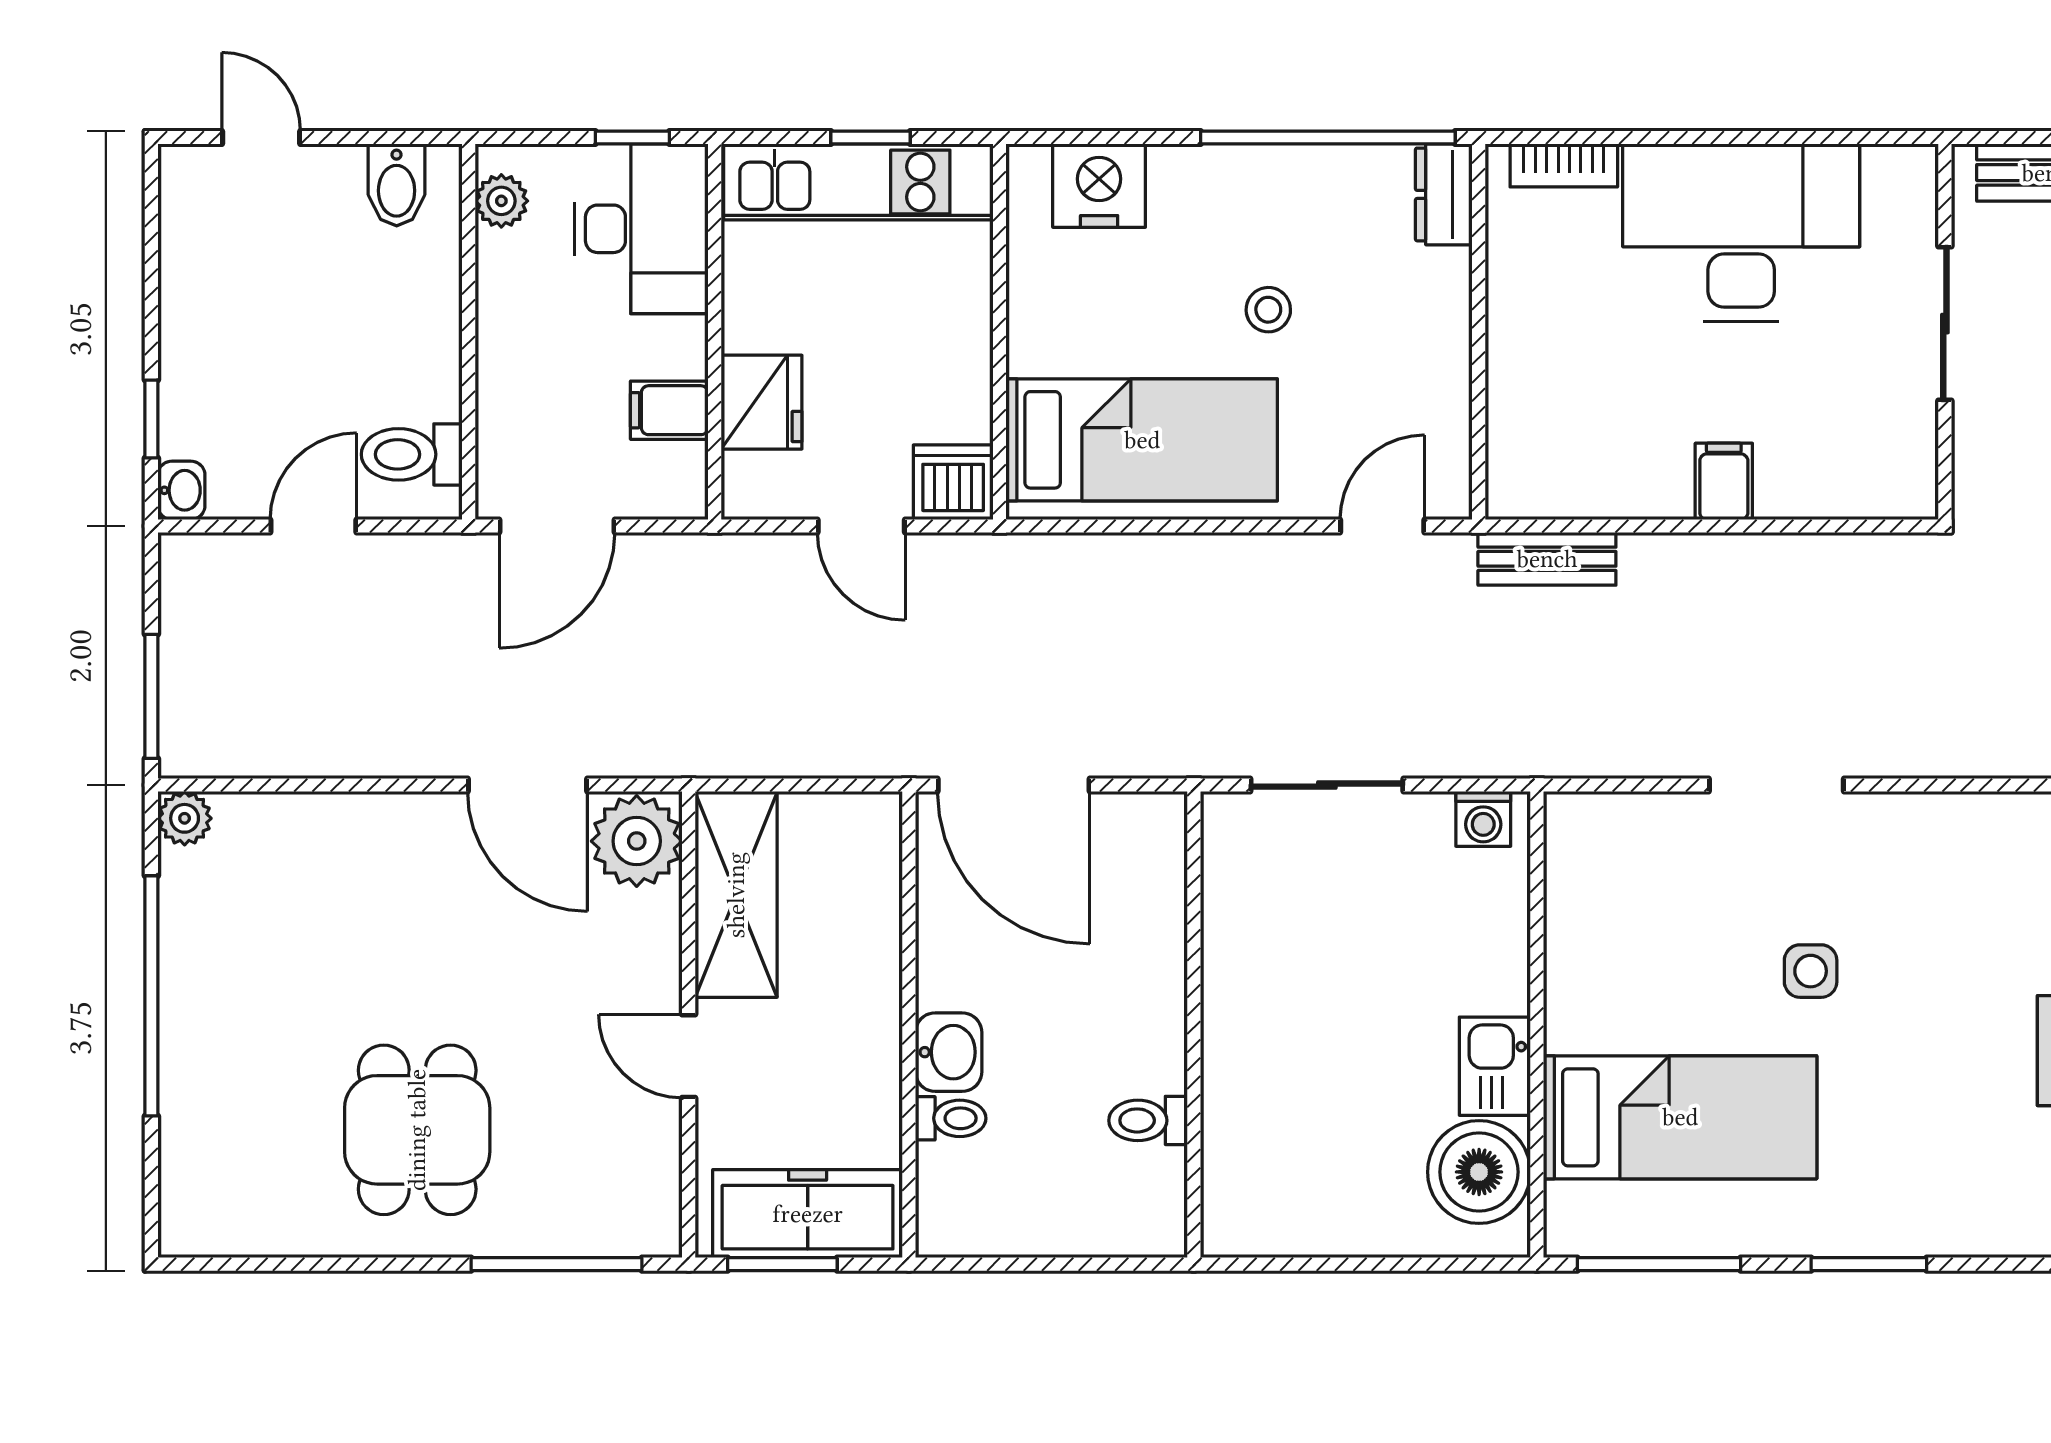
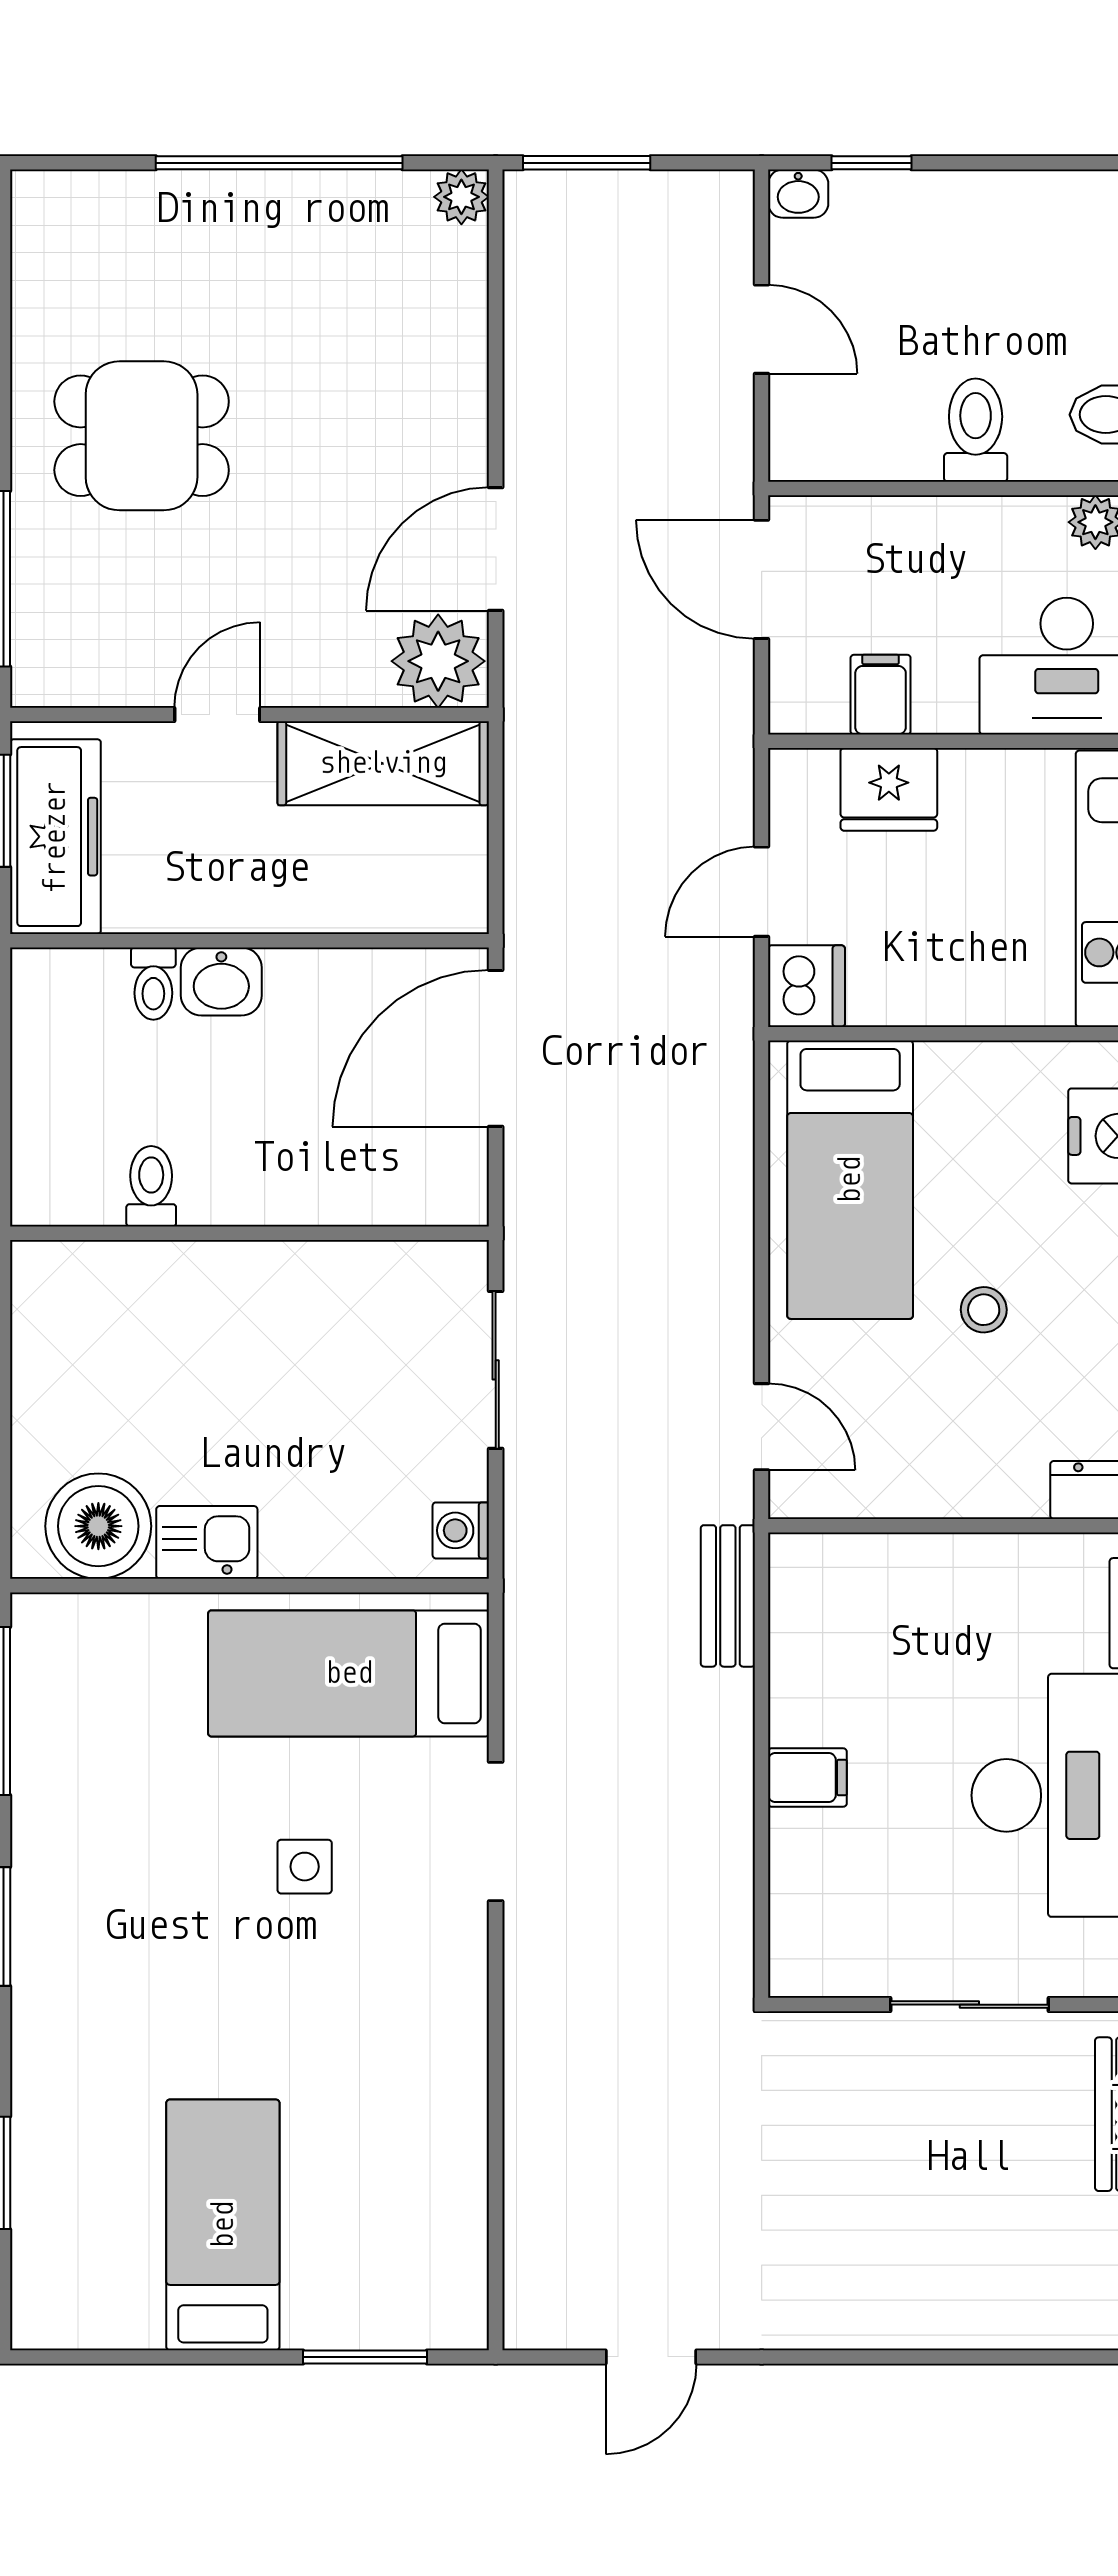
toilet: (412, 454) -> (976, 430), moved
bed: (1680, 1117) -> (349, 1673), moved, turned 90

